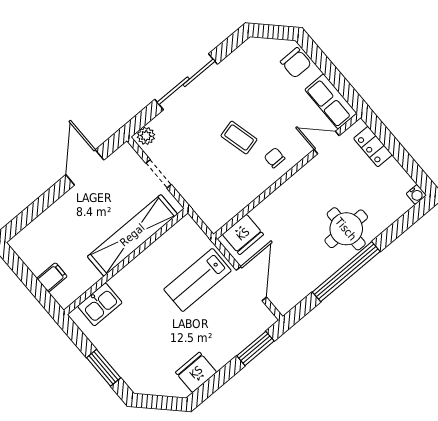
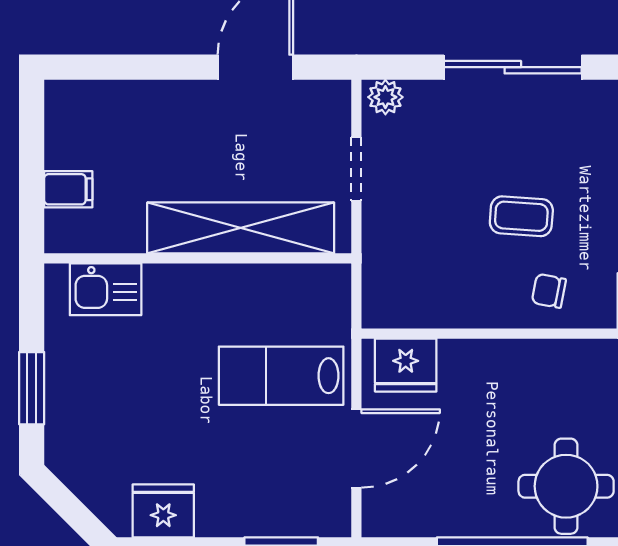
coffee table: (239, 138) -> (521, 216), turned -72
chair: (275, 158) -> (549, 291), turned -79

